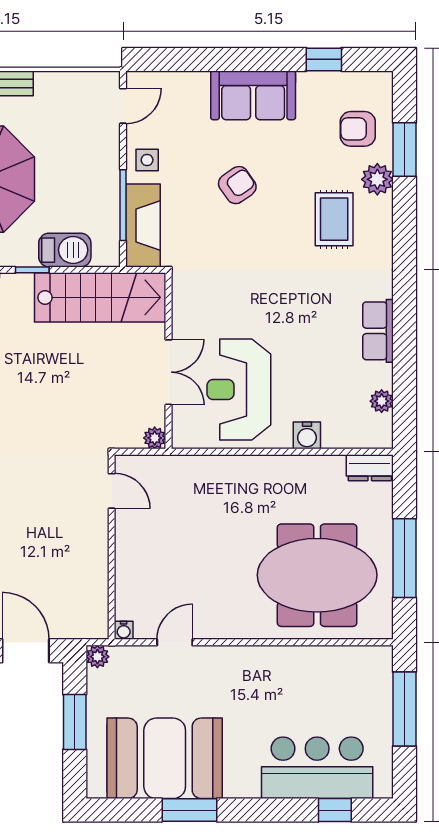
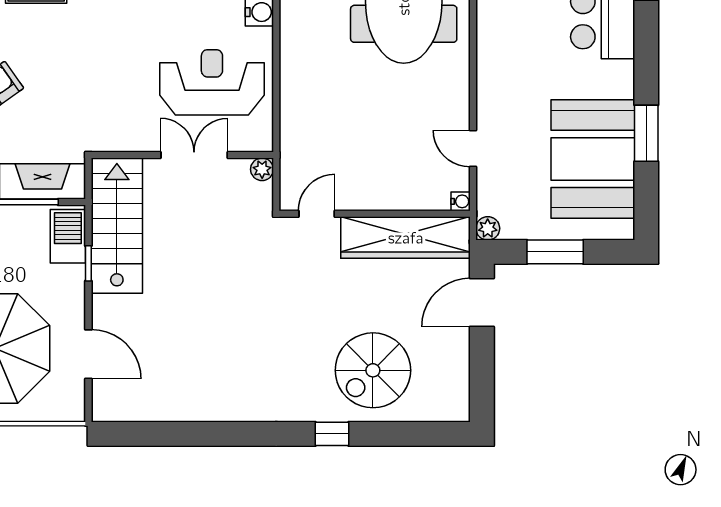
barbecue: (65, 250) -> (68, 236), moved
window: (32, 270) -> (88, 263), moved
reception desk: (239, 389) -> (212, 82), turned 180
wardrobe: (89, 577) -> (406, 238), added

